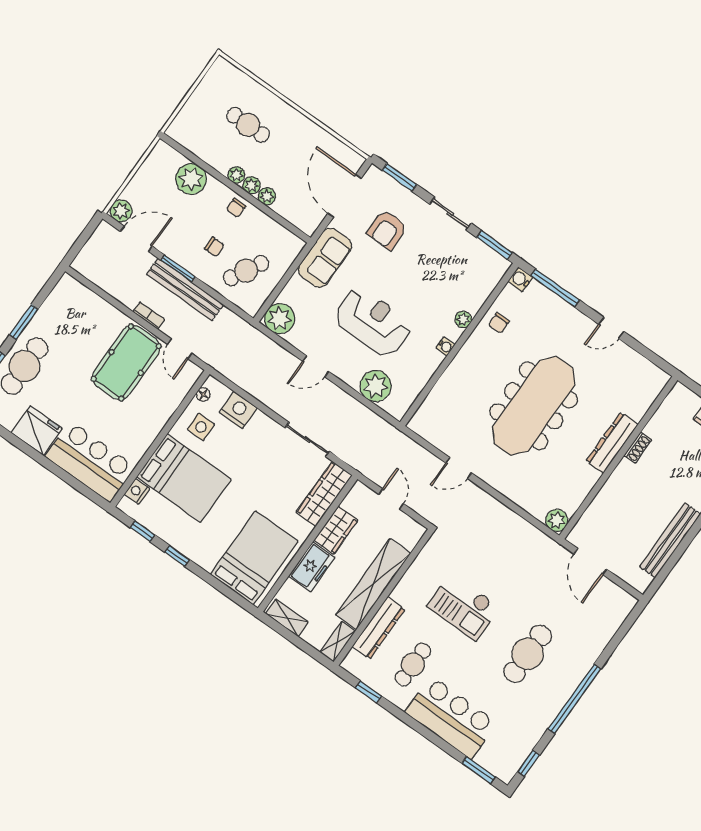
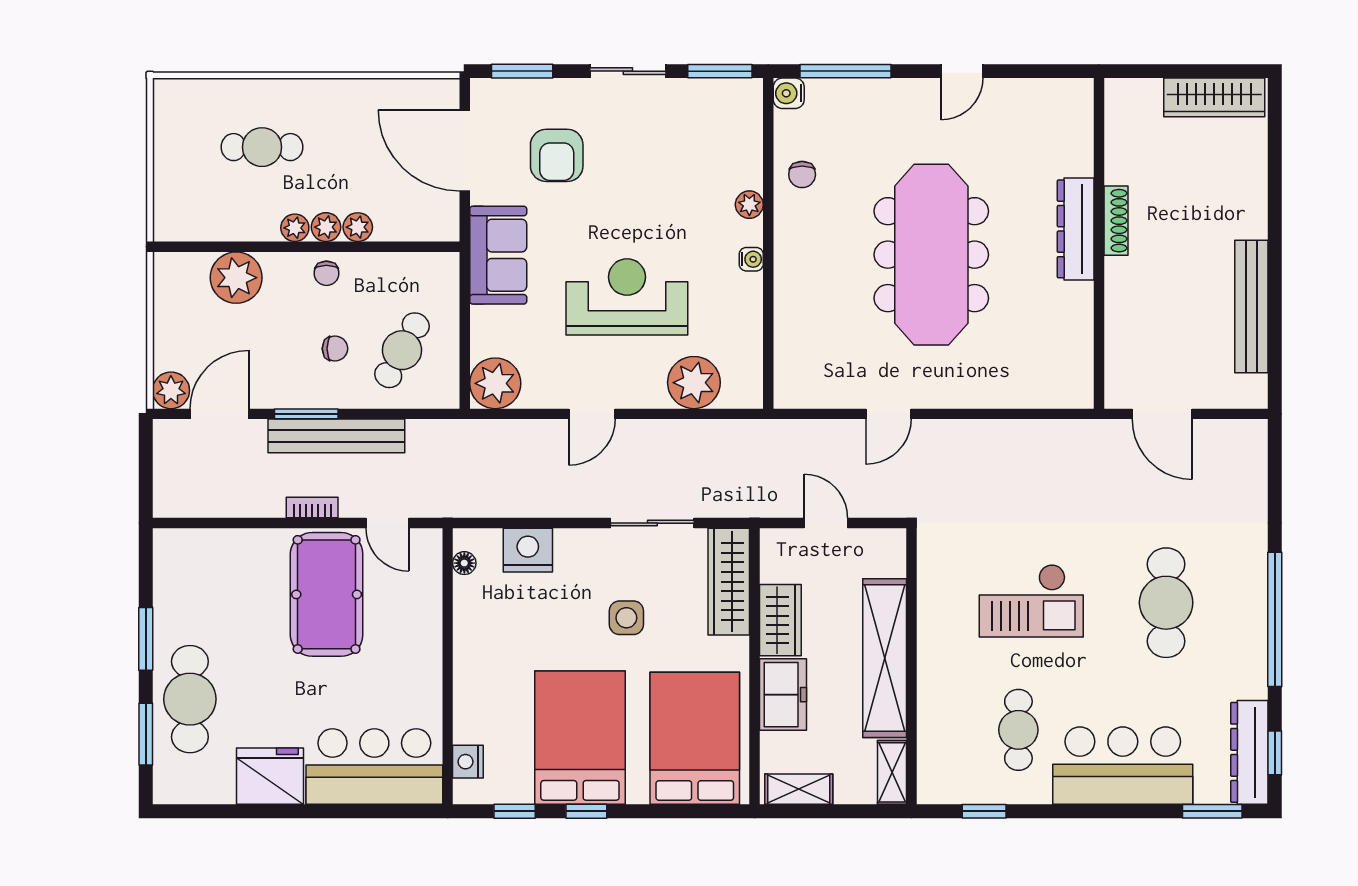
side table: (201, 427) -> (626, 618), moved
shoe rack: (638, 448) -> (1116, 221), width x1.43
bed: (184, 478) -> (580, 738), moved, turned -90
plant: (557, 520) -> (1075, 390), removed
dresser: (379, 628) -> (1249, 752), moved, turned 180

